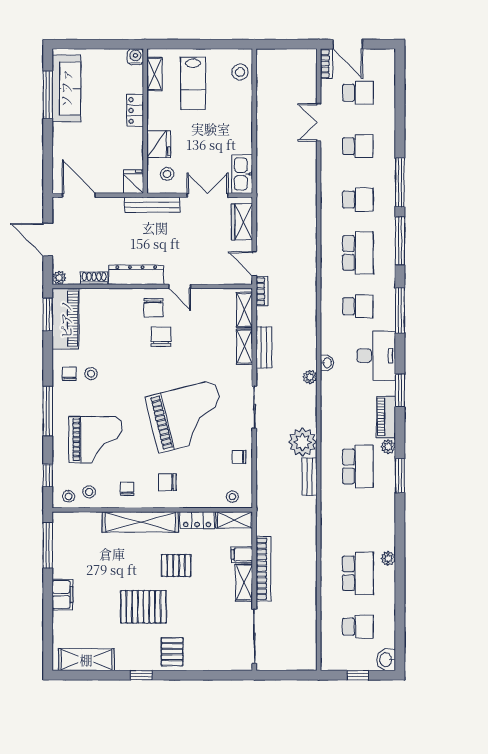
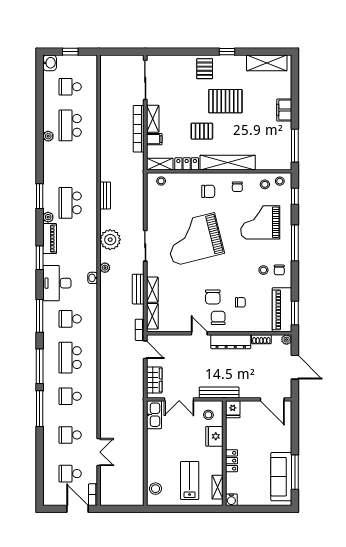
plant: (303, 442) -> (110, 240), moved
chair: (239, 457) -> (240, 302), moved

